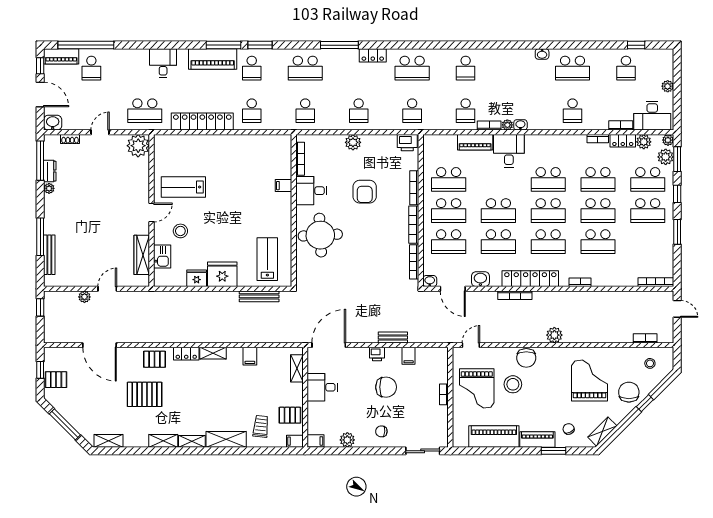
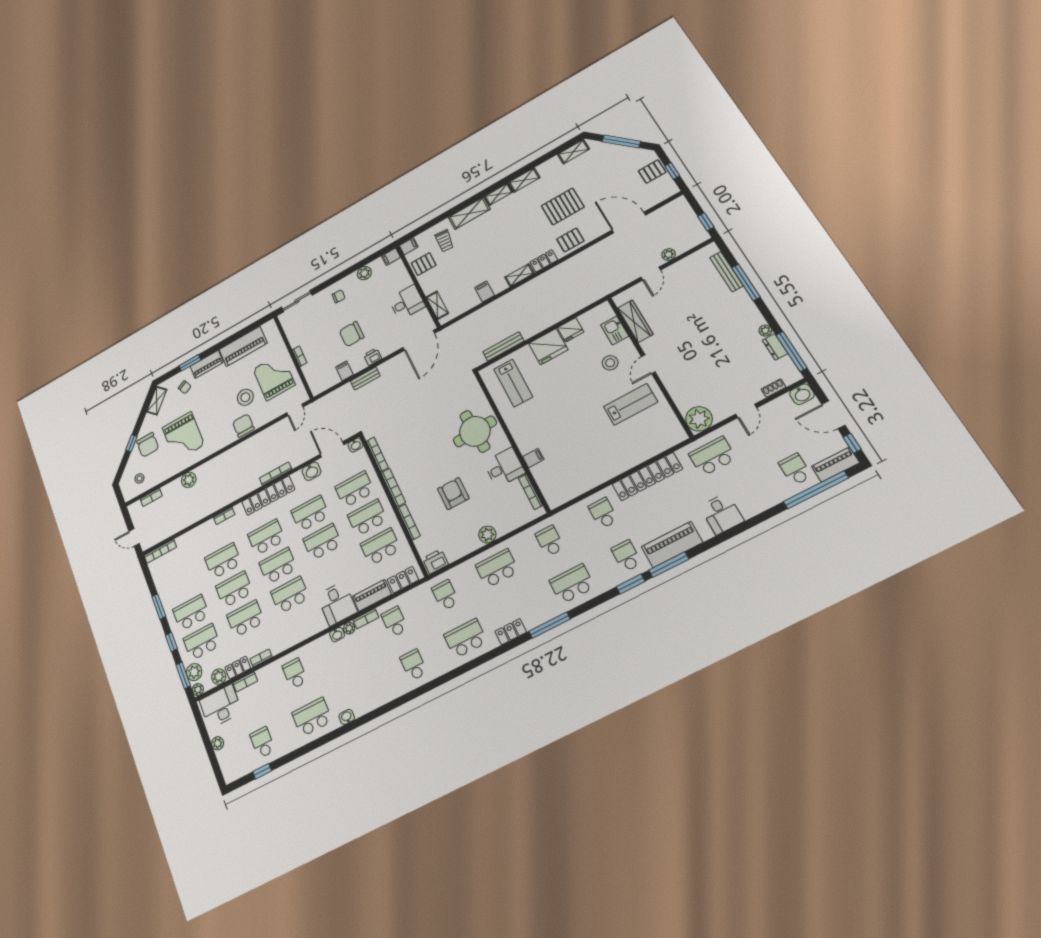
school desk: (359, 111) -> (497, 568), width x1.85
locker: (442, 142) -> (403, 580), added
plant: (554, 335) -> (189, 480), moved

